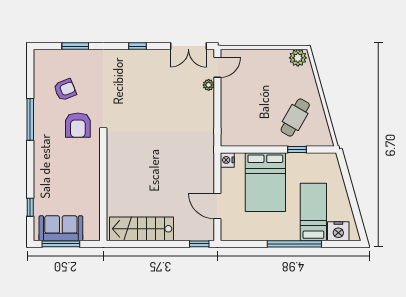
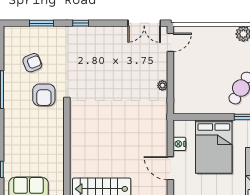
window: (137, 46) -> (81, 23), moved
plant: (209, 85) -> (162, 85), moved
nightstand: (227, 160) -> (179, 144), moved

